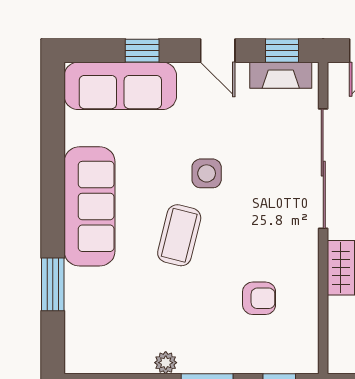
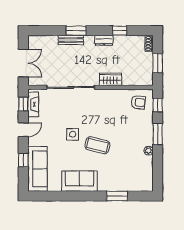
sofa: (90, 206) -> (79, 181), width x0.73
armchair: (259, 298) -> (138, 102), moved, turned 96

